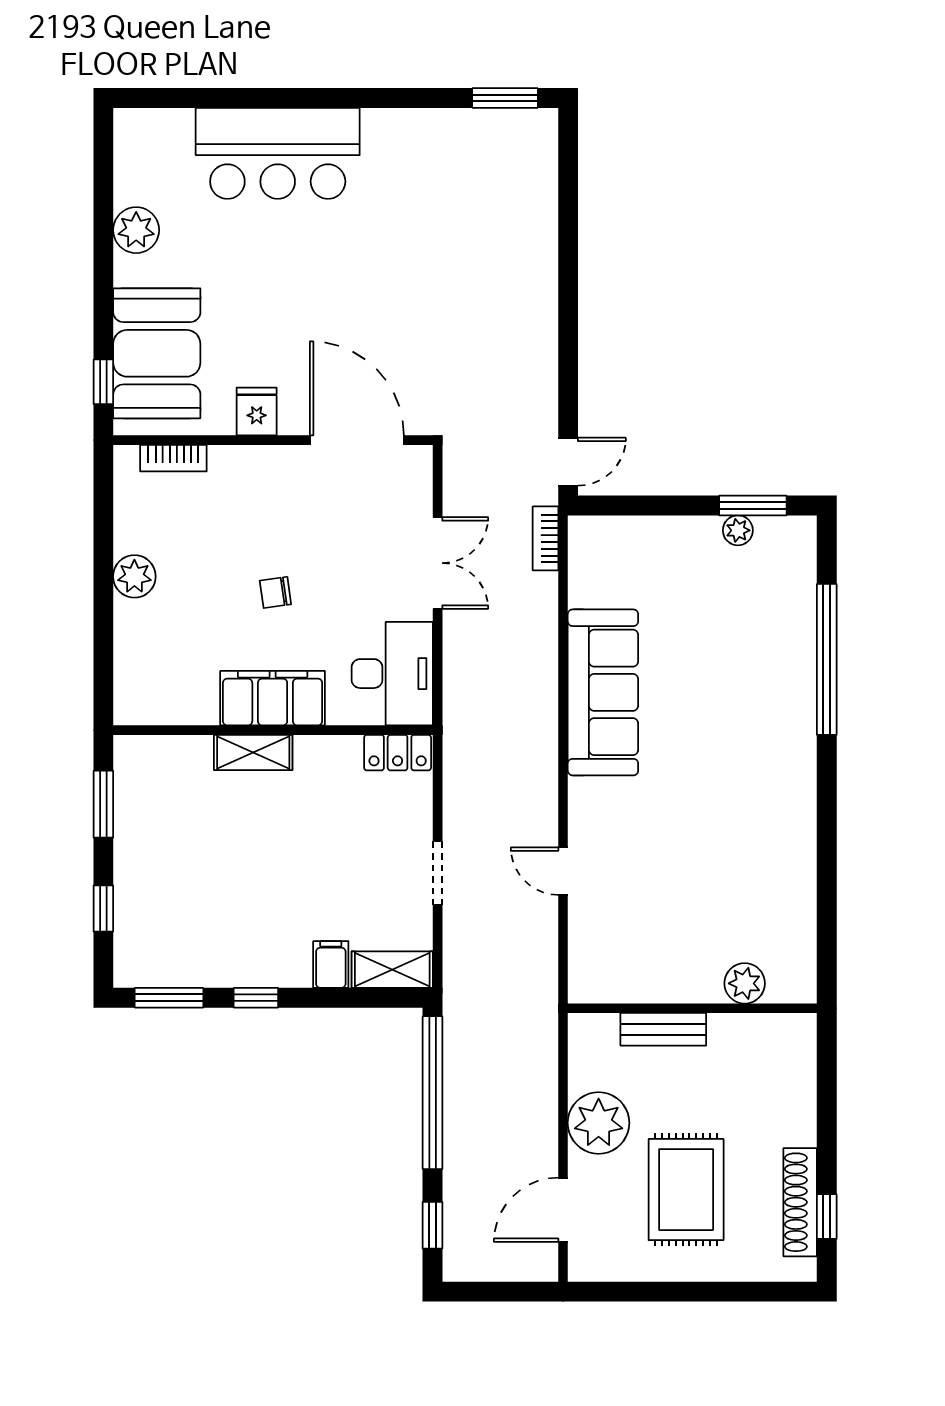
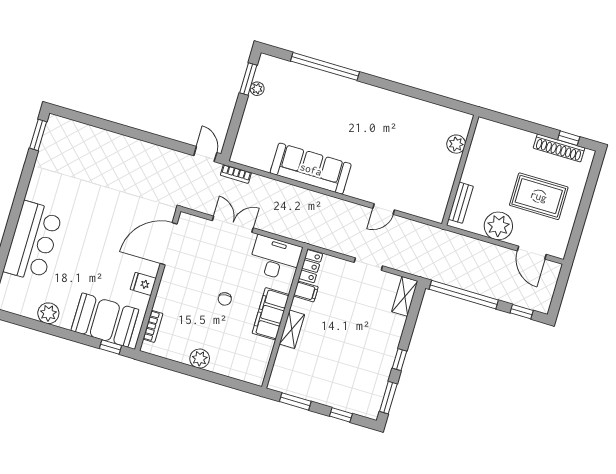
filing cabinet: (331, 964) -> (306, 291), moved, turned 180
bench: (663, 1029) -> (461, 203), moved

